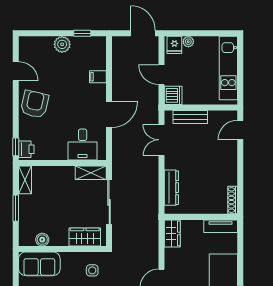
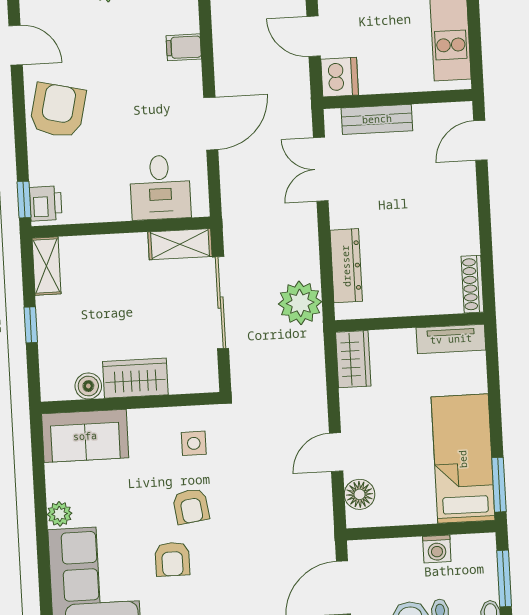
plant: (148, 205) -> (300, 303), added
window: (16, 208) -> (31, 325), width x0.67
wardrobe: (85, 237) -> (135, 378), moved

